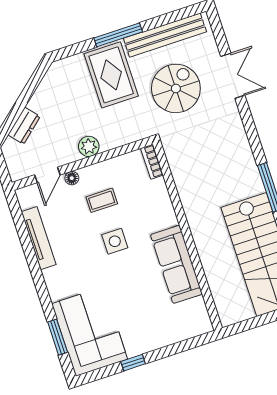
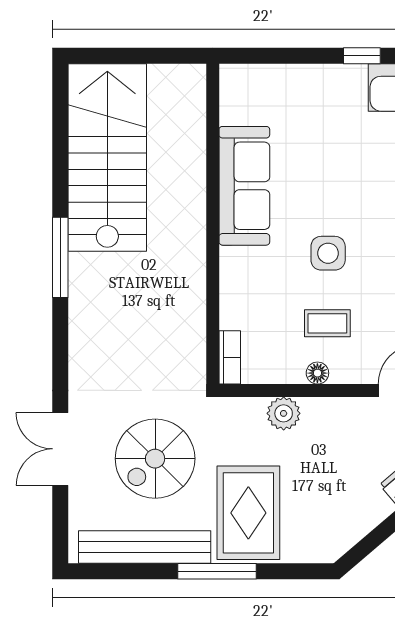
plant: (89, 146) -> (284, 413), moved
floor lamp: (72, 178) -> (317, 373), moved

